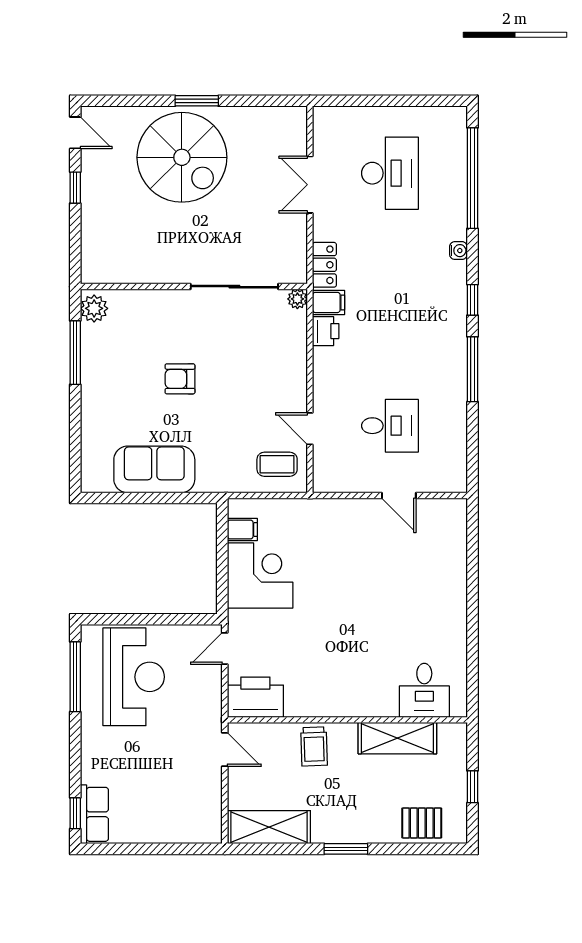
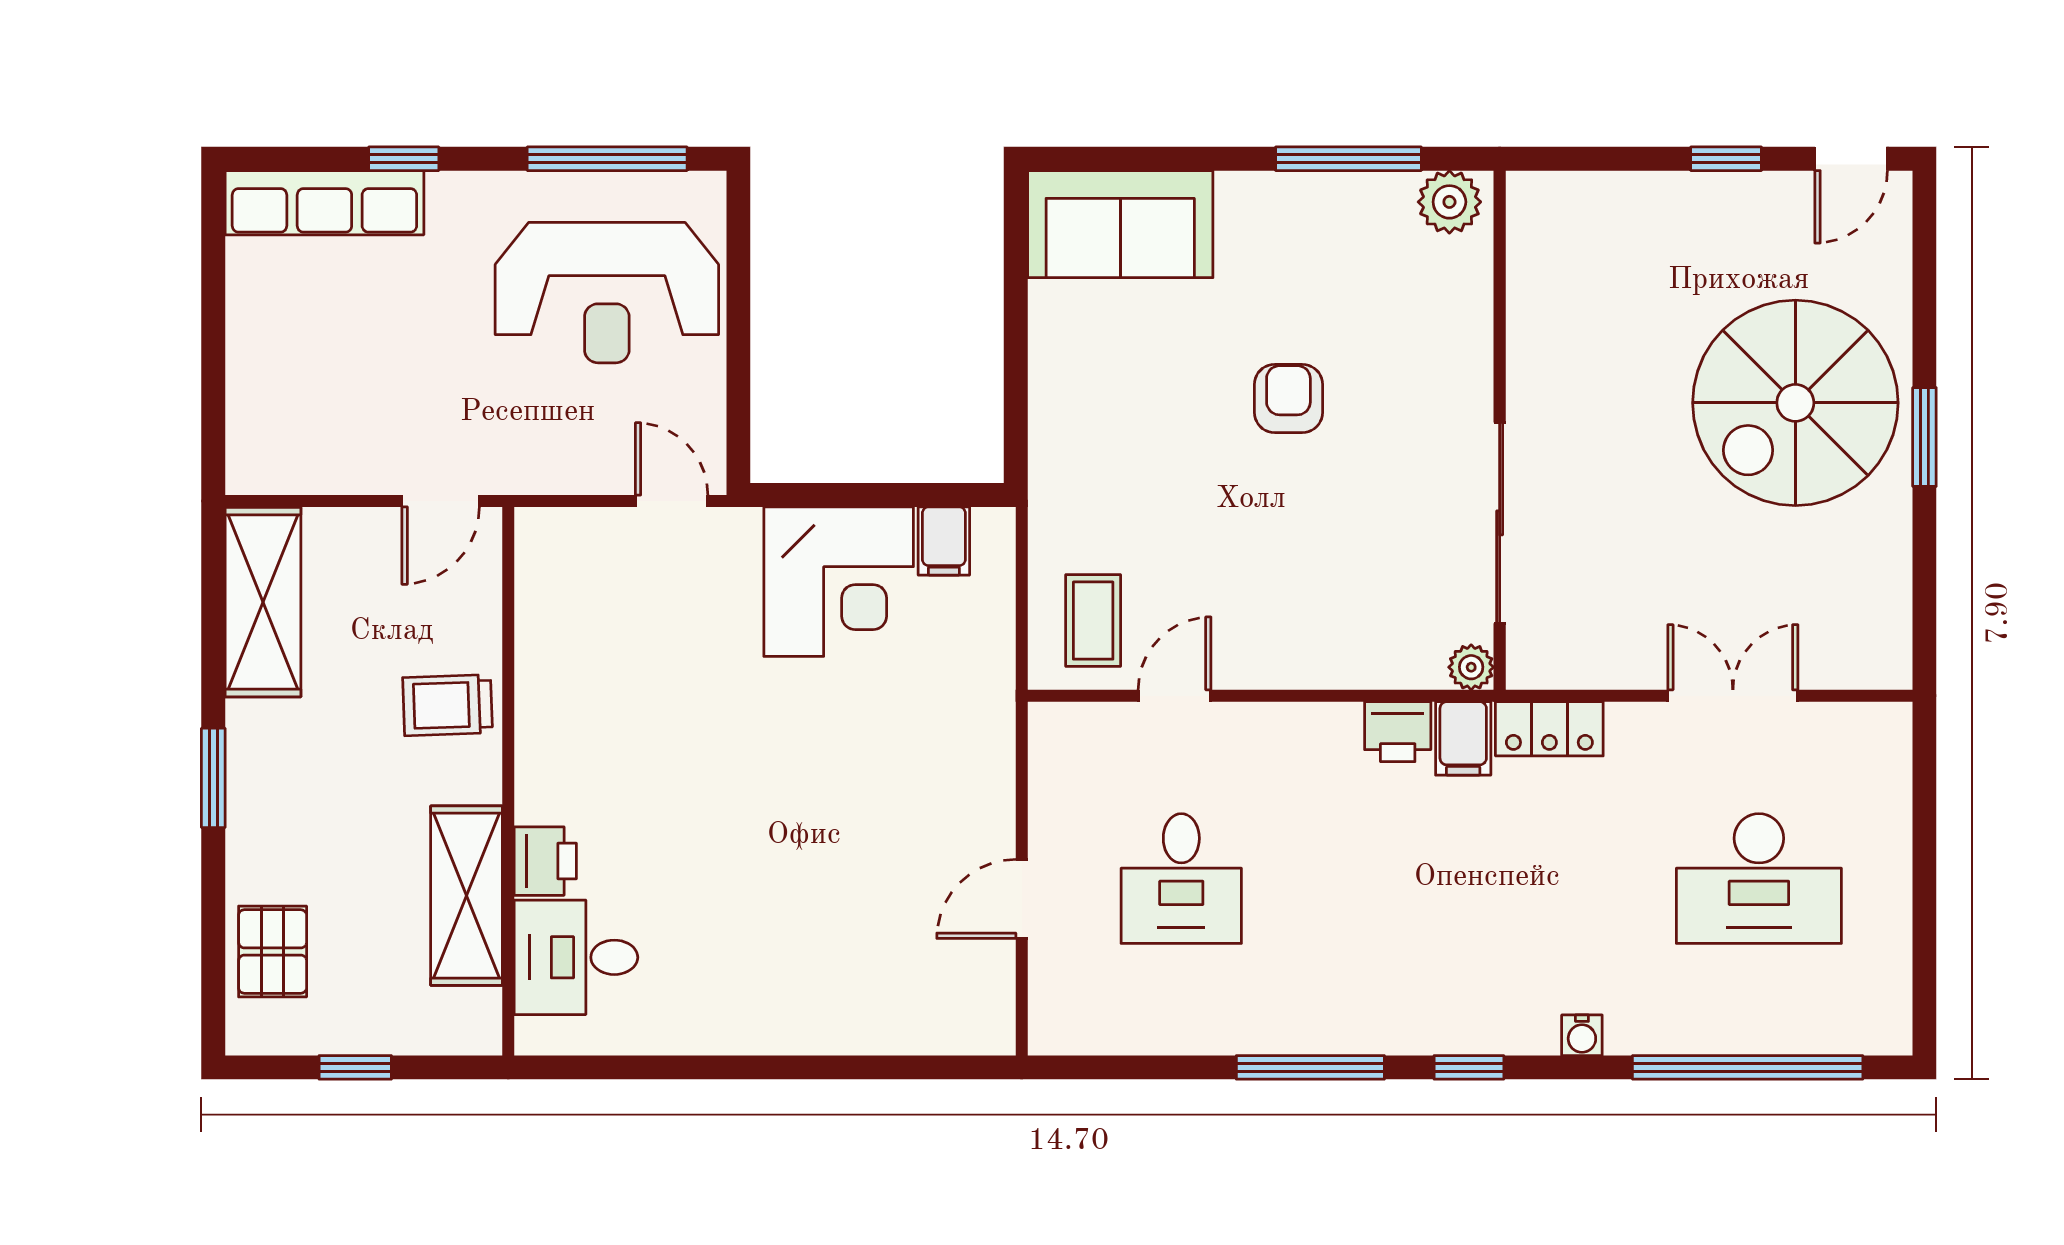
sofa: (154, 469) -> (1120, 224), moved, turned 90
printer: (255, 697) -> (545, 861), moved, width x0.53, depth x0.68
window: (75, 813) -> (404, 159), moved
row of seats: (94, 814) -> (324, 203), width x1.48

